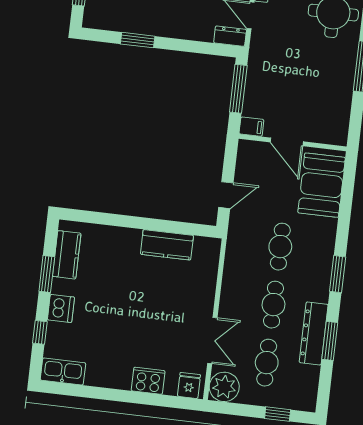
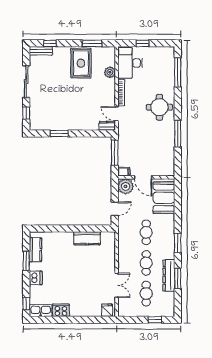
window: (40, 332) -> (26, 304), moved
cooker: (148, 381) -> (61, 310), moved
plant: (224, 387) -> (126, 186), moved

